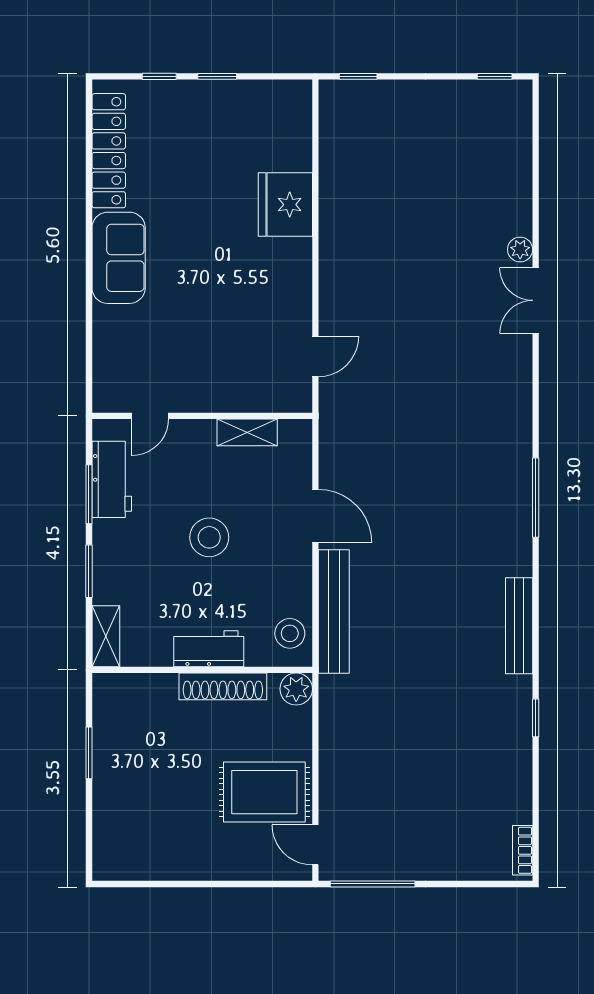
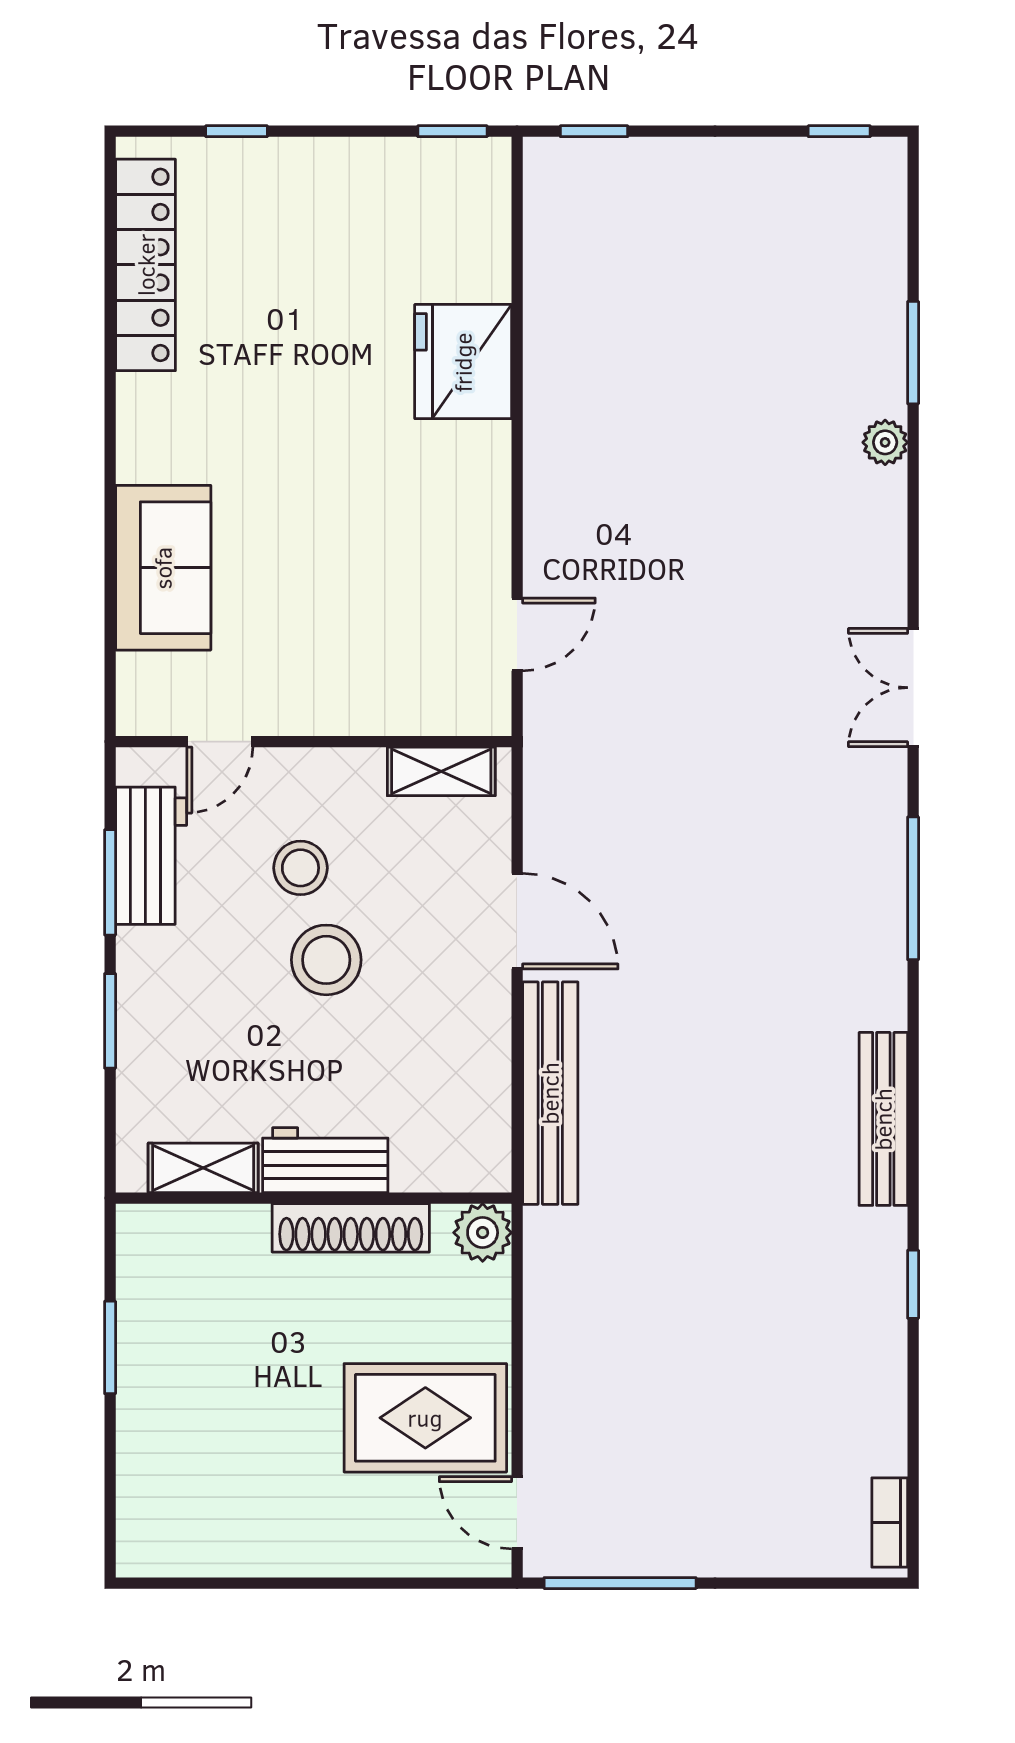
window: (217, 76) -> (452, 131), moved
window: (536, 200) -> (913, 353), added
sofa: (119, 258) -> (163, 568), moved
double door: (536, 300) -> (913, 688), moved
shelving: (247, 432) -> (441, 771), moved
stool: (290, 633) -> (300, 868), moved
shelving: (106, 636) -> (203, 1168), moved, turned 90

